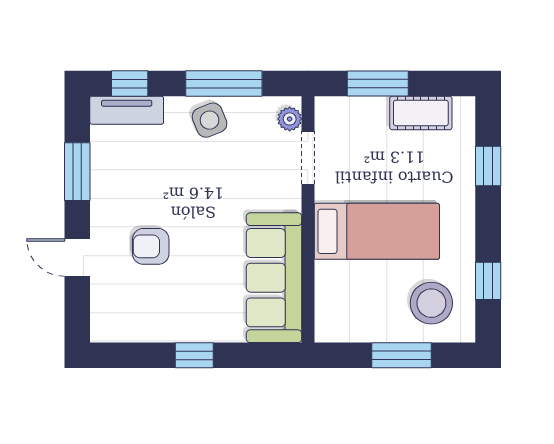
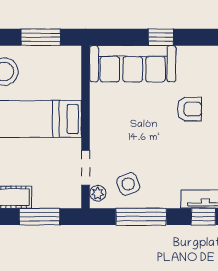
side table: (210, 120) -> (128, 184), moved
sofa: (274, 278) -> (133, 64), moved, turned 90
window: (401, 355) -> (41, 37), moved

